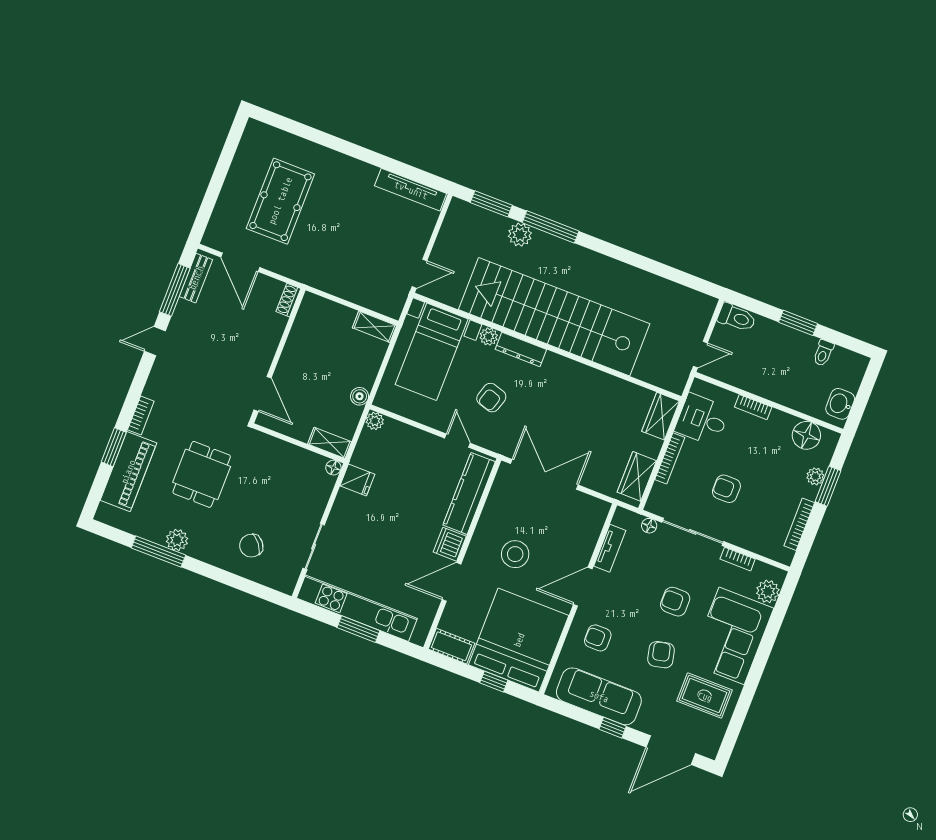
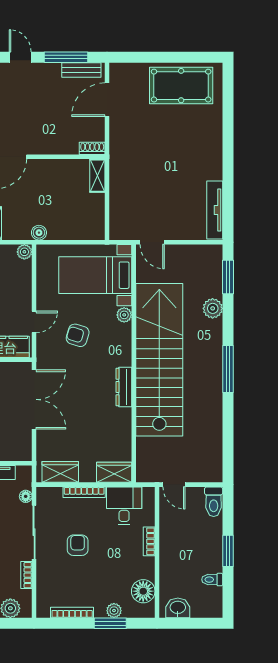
pool table: (280, 201) -> (181, 86), moved
window: (551, 227) -> (228, 369), moved
shelving: (374, 327) -> (97, 176), moved
dresser: (521, 349) -> (124, 387), moved

